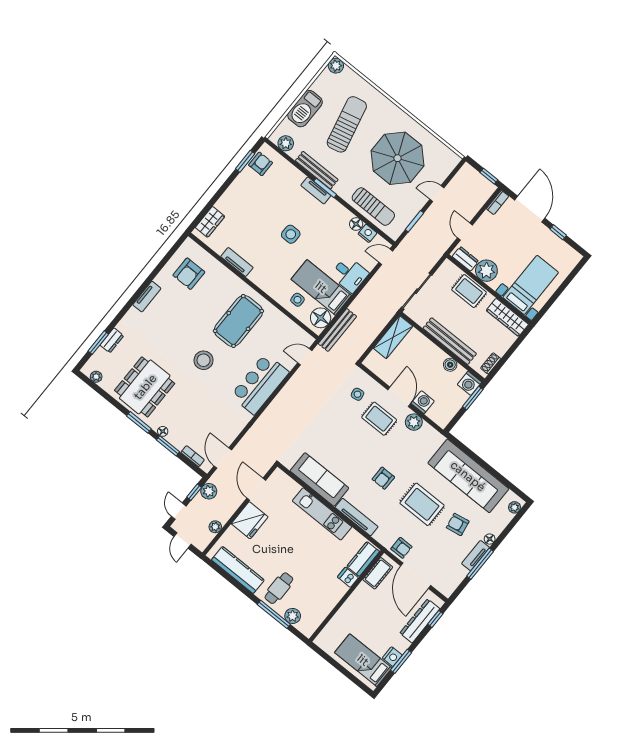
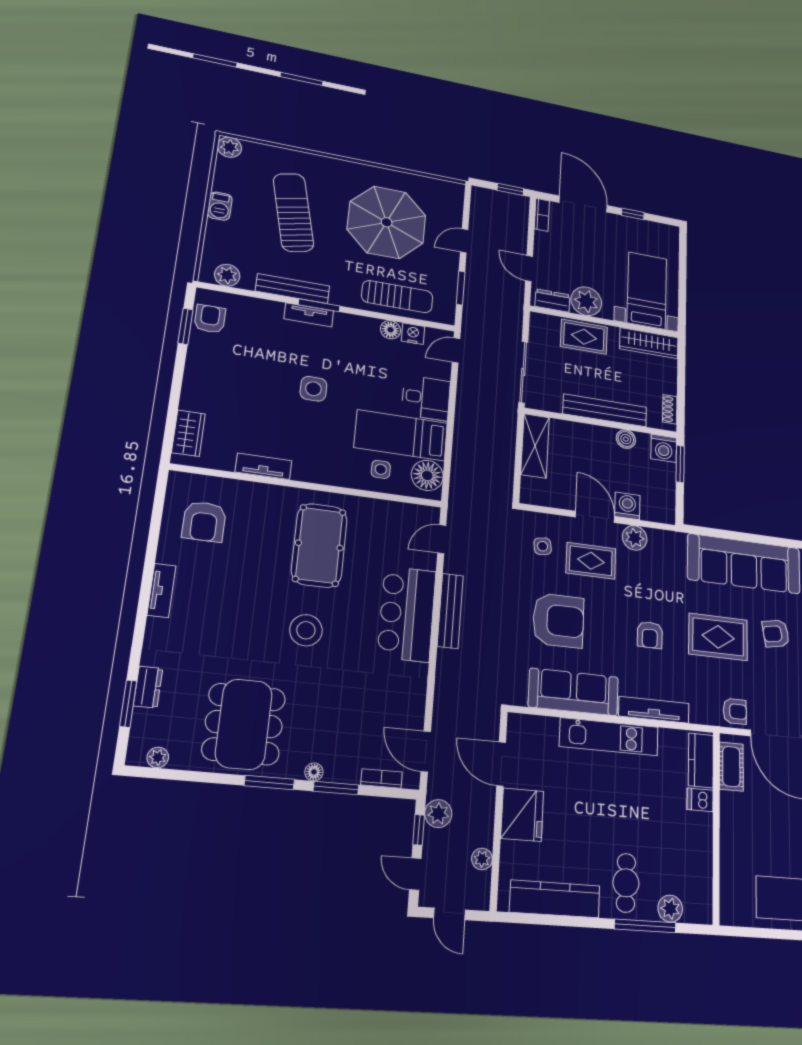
barbecue: (305, 109) -> (220, 206), width x0.53, depth x0.65
bench: (337, 330) -> (450, 611), moved
armchair: (338, 438) -> (558, 620), added

